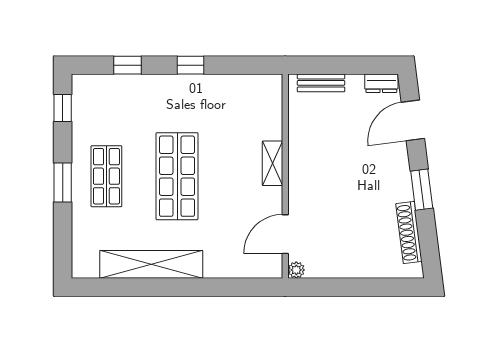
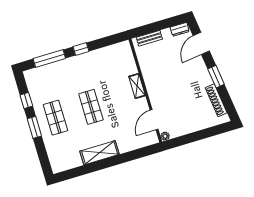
window: (128, 65) -> (49, 59), width x2.17
window: (63, 108) -> (26, 100), moved
shop shelf: (177, 176) -> (91, 107), width x0.70, depth x0.74
shelving: (151, 264) -> (100, 153), width x0.68

